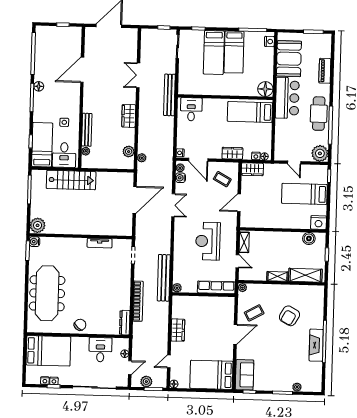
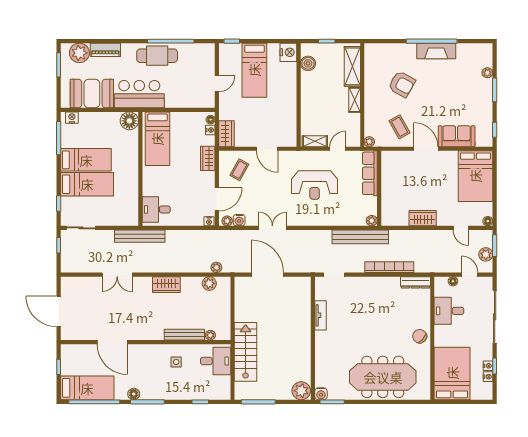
bed: (42, 145) -> (87, 388), moved, turned 180
plant: (320, 153) -> (79, 53), moved
sofa: (245, 375) -> (457, 136), moved

